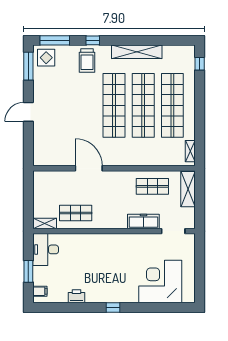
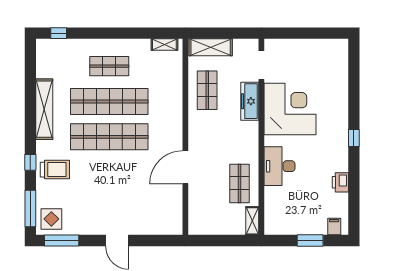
shop shelf: (172, 105) -> (109, 66), width x0.50, depth x0.74
desk: (46, 249) -> (279, 166), moved, turned 90
corner desk: (160, 282) -> (290, 109), moved, turned 180

